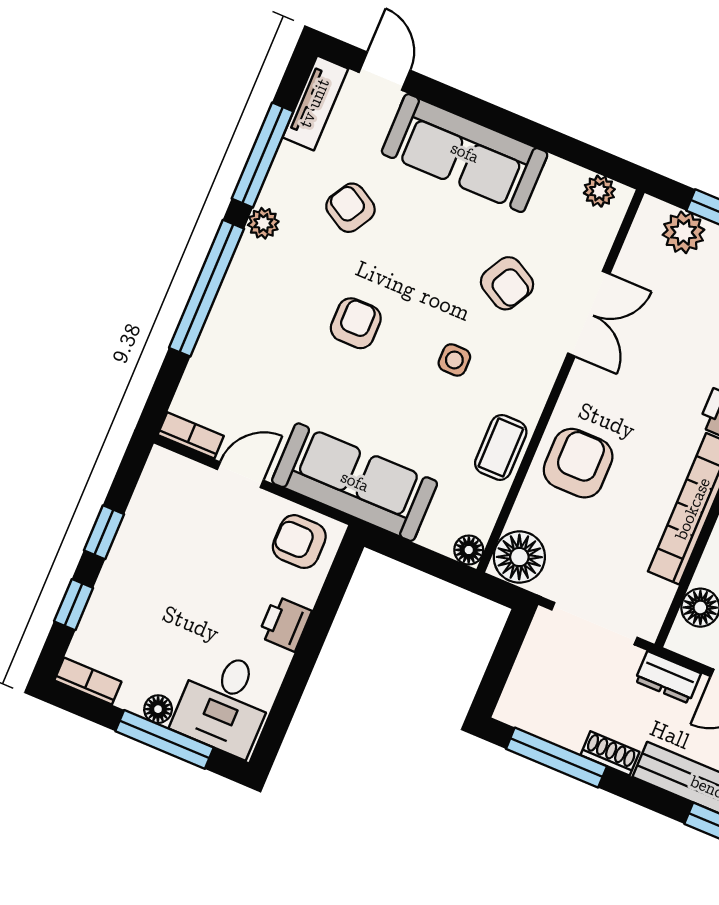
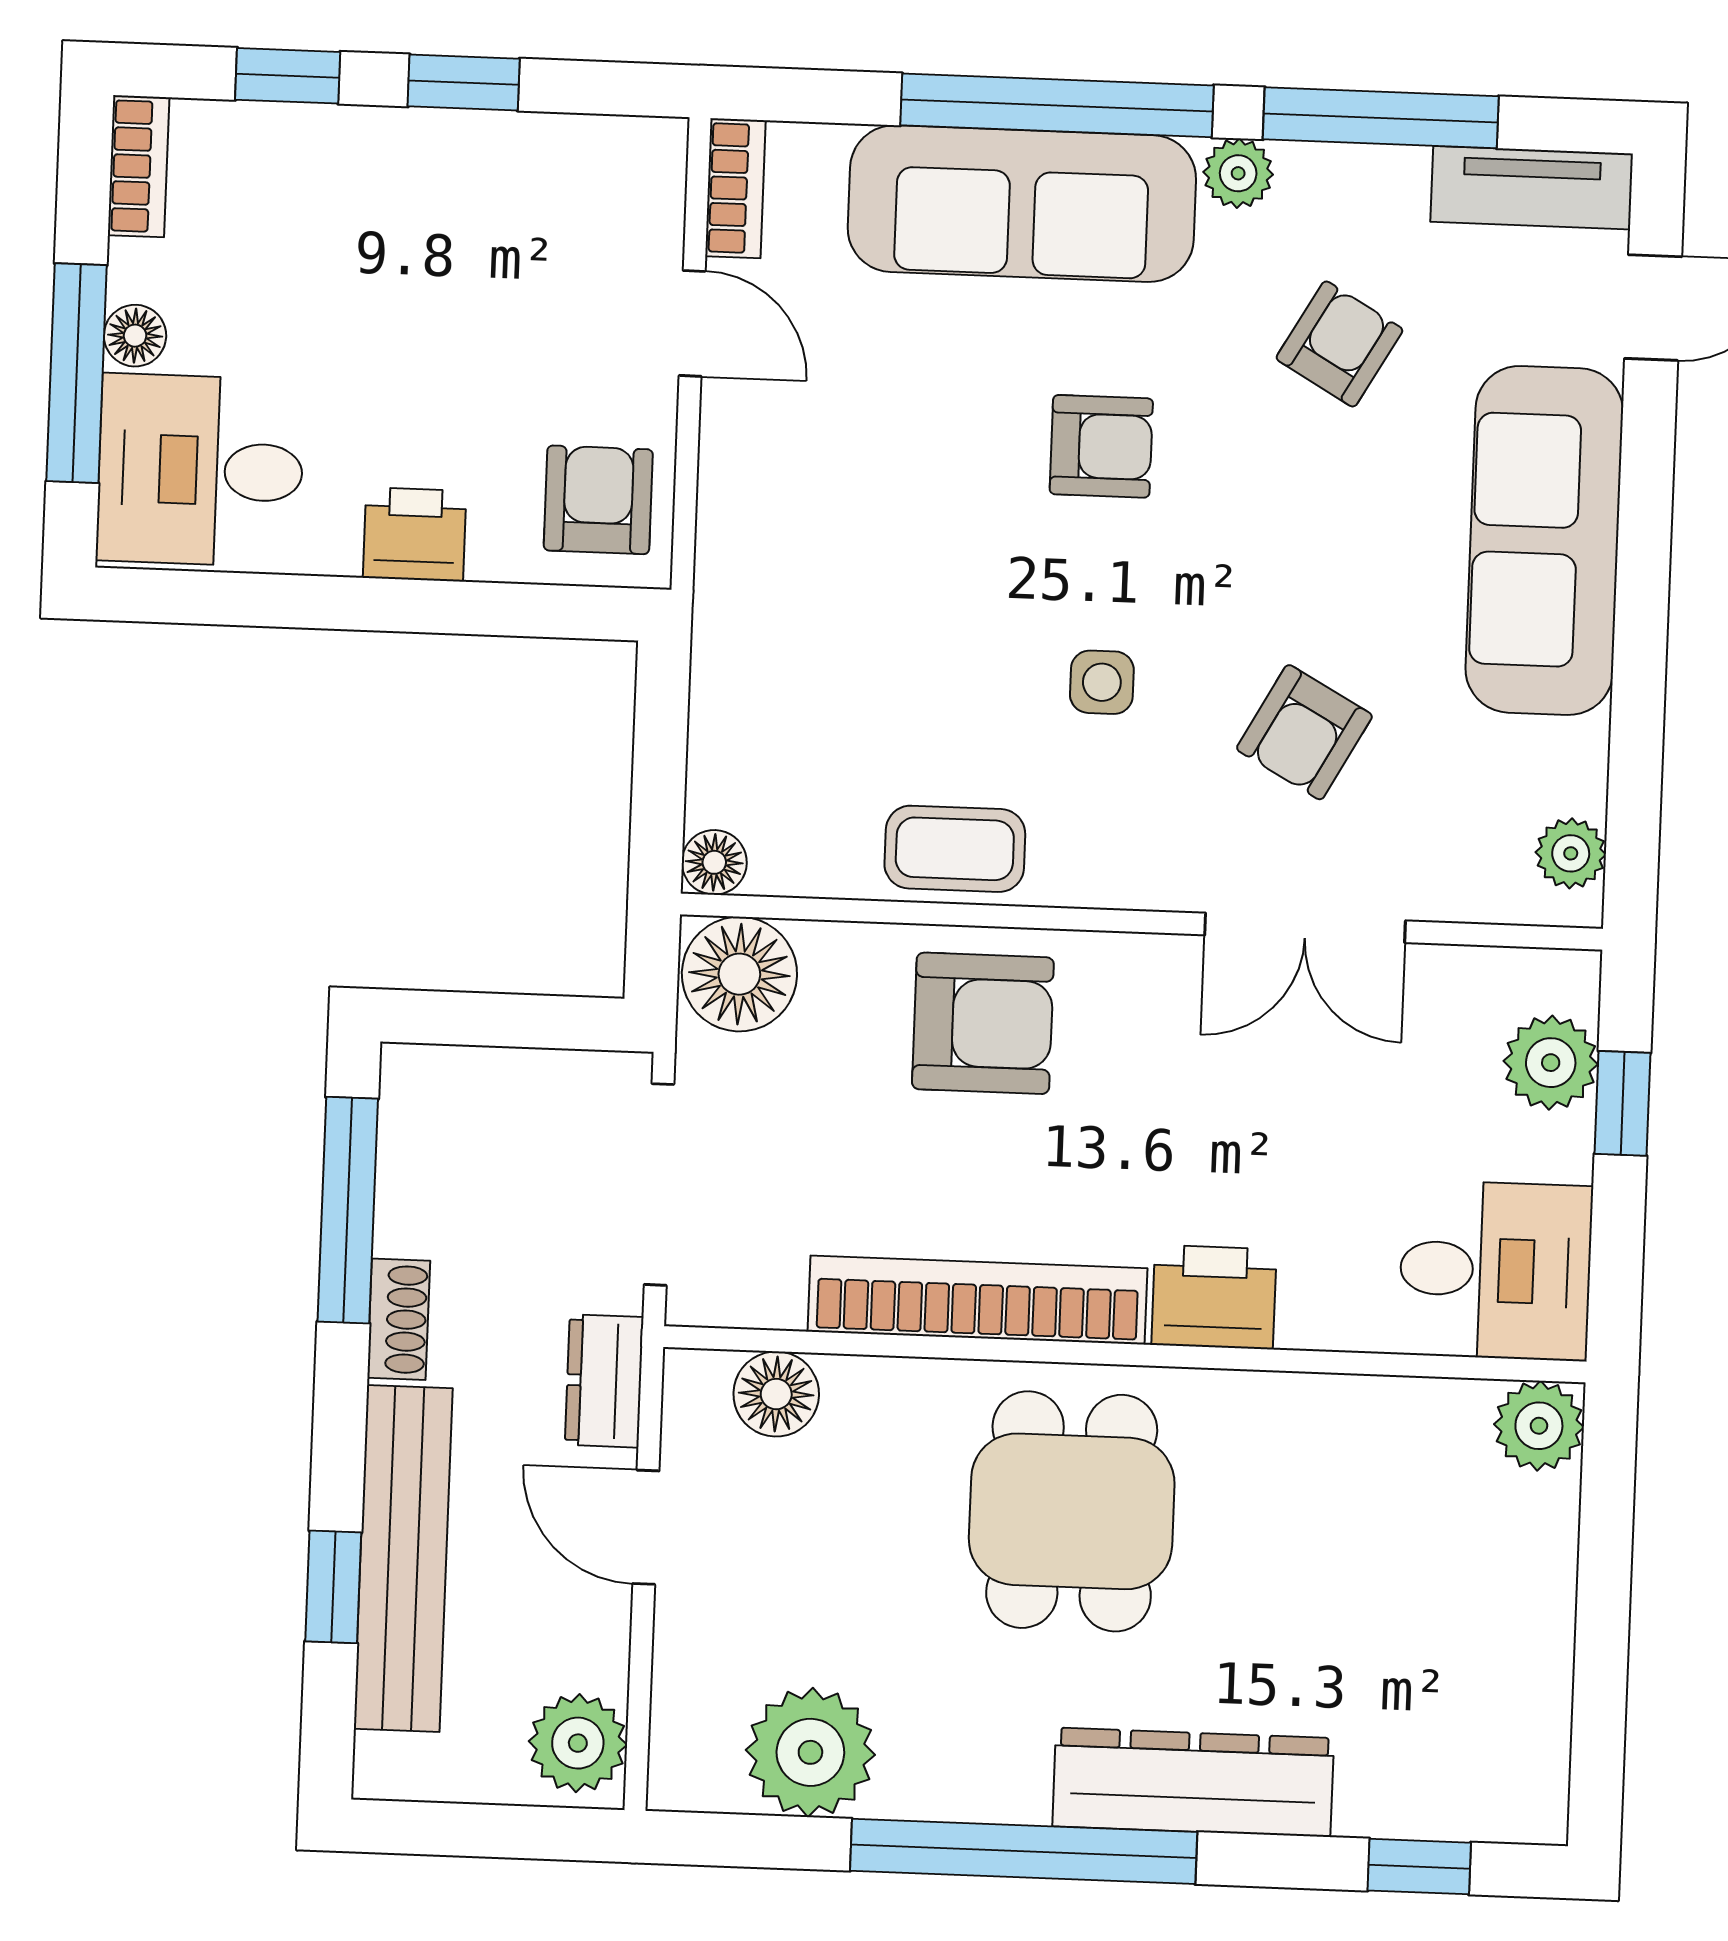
sofa: (355, 482) -> (1022, 204), moved, turned 90

